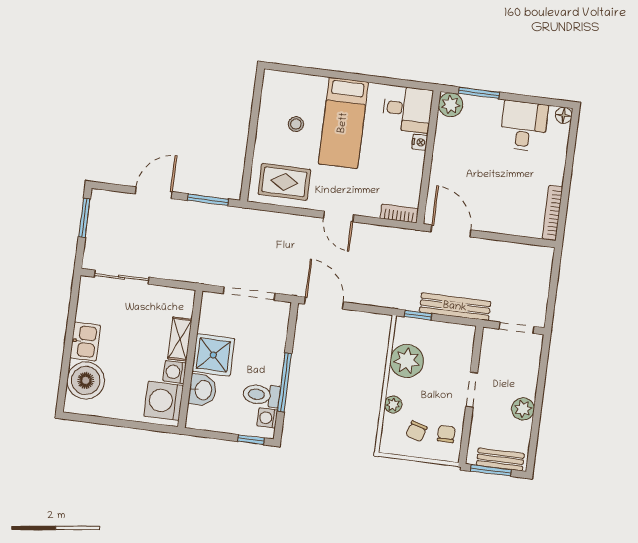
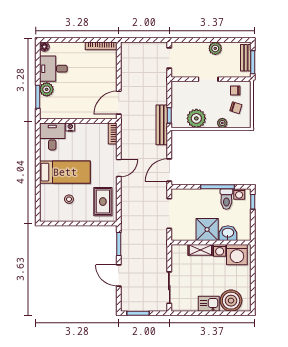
plant: (451, 105) -> (47, 89), moved
bench: (455, 307) -> (162, 125), moved

